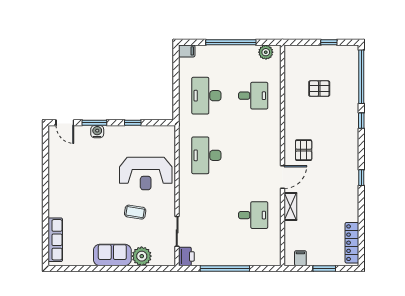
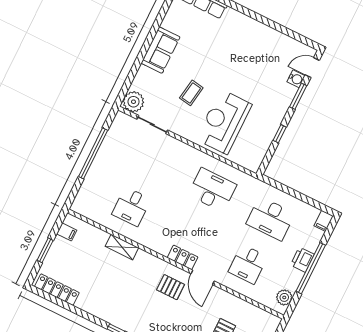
desk: (206, 96) -> (271, 219), turned 180
water cooler: (97, 132) -> (296, 79), moved
locker: (274, 152) -> (183, 257), added
door: (282, 177) -> (203, 277), moved
plant: (142, 256) -> (133, 102), moved
printer: (186, 256) -> (302, 260), moved, turned 90

